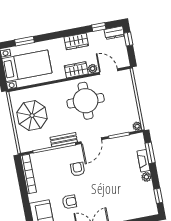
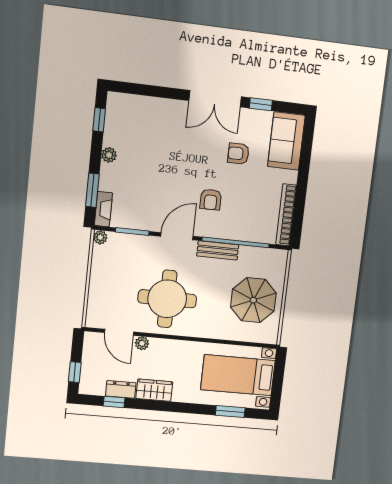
dresser: (114, 33) -> (121, 389), moved
wardrobe: (76, 70) -> (167, 349), removed
fireplace: (143, 161) -> (103, 209), moved

